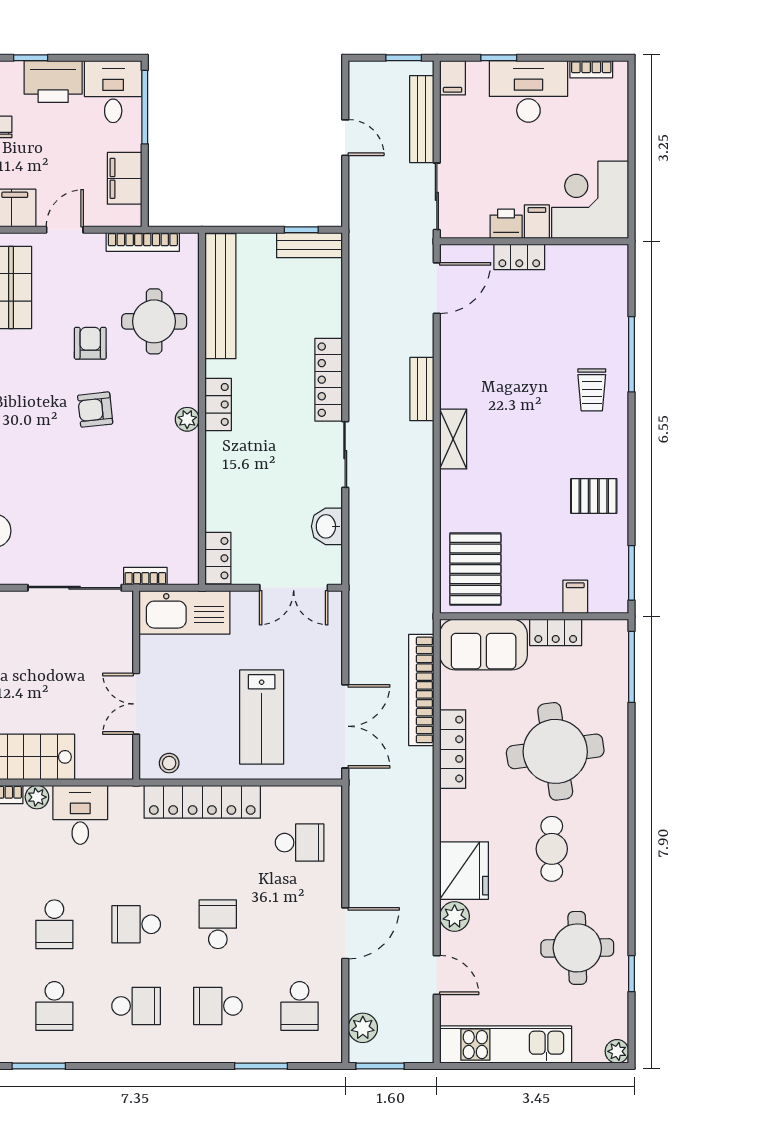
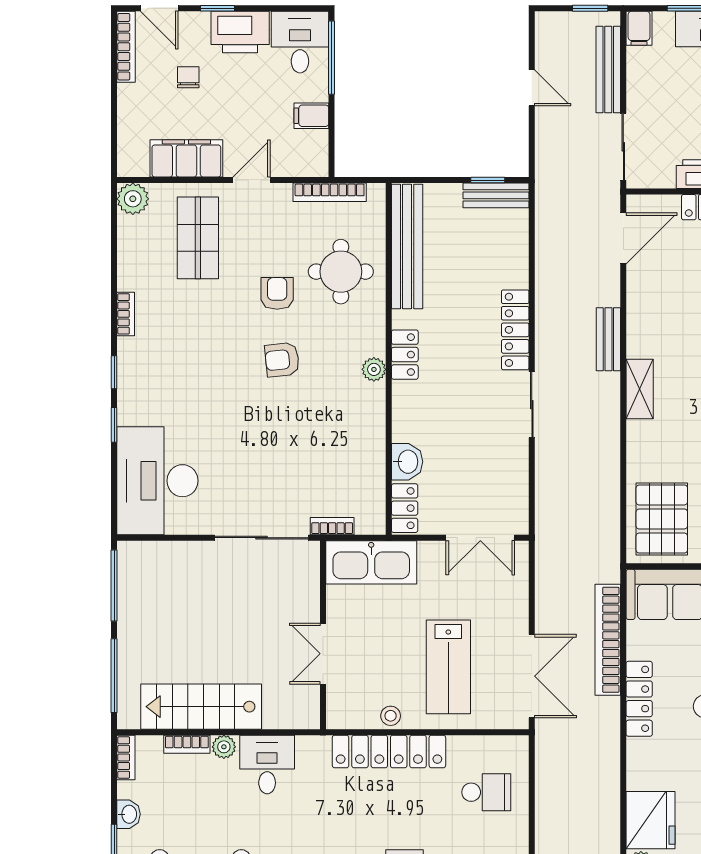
filing cabinet: (125, 178) -> (311, 116), width x0.50
washbasin: (327, 526) -> (407, 462), moved, turned 180
stool: (169, 763) -> (391, 716), moved

